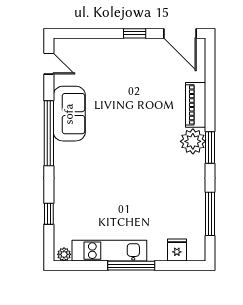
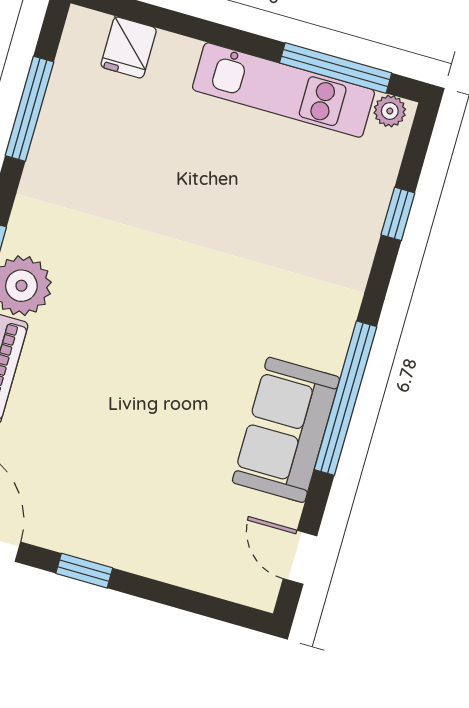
window: (131, 266) -> (336, 68), moved

